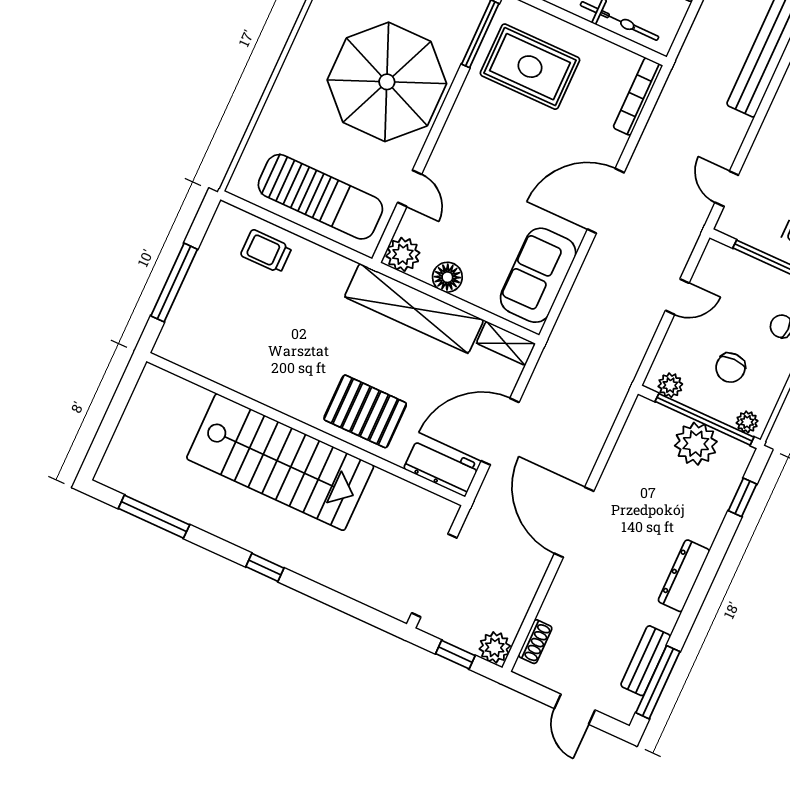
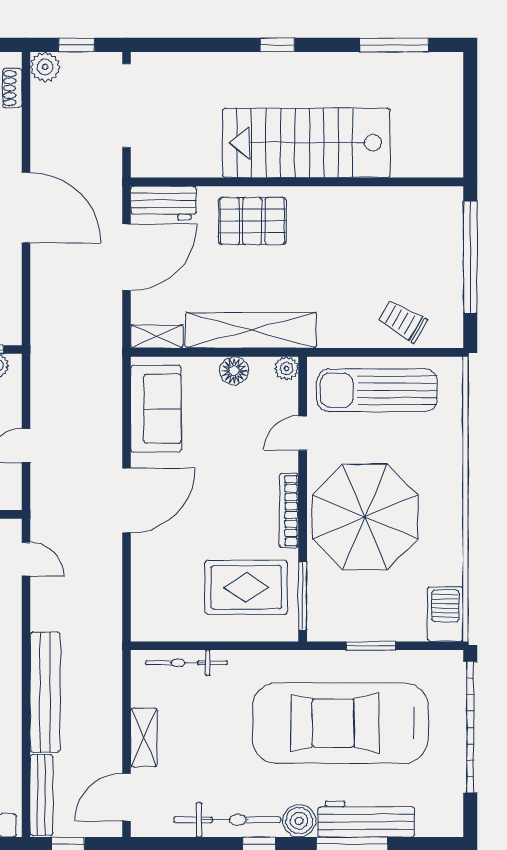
bookcase: (638, 96) -> (289, 511), moved, turned 180
door: (410, 188) -> (303, 433), hinge flipped
trolley: (266, 251) -> (403, 321), turned -150
plant: (403, 254) -> (287, 368), width x0.73, depth x0.73
window: (174, 283) -> (470, 257), width x1.46

